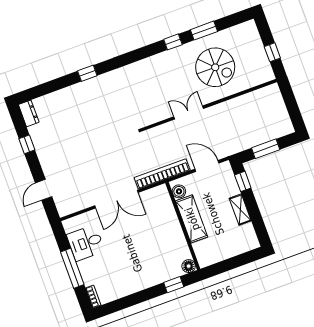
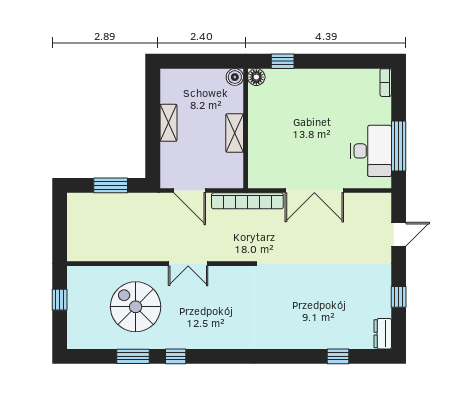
window: (87, 73) -> (338, 356), moved
window: (243, 181) -> (153, 156), removed
boiler: (179, 191) -> (235, 77), moved
double door: (116, 199) -> (314, 191), swing flipped
shelving: (192, 219) -> (235, 133), width x0.67, depth x0.75
desk: (86, 243) -> (371, 151), width x1.37
window: (72, 268) -> (399, 146), moved

